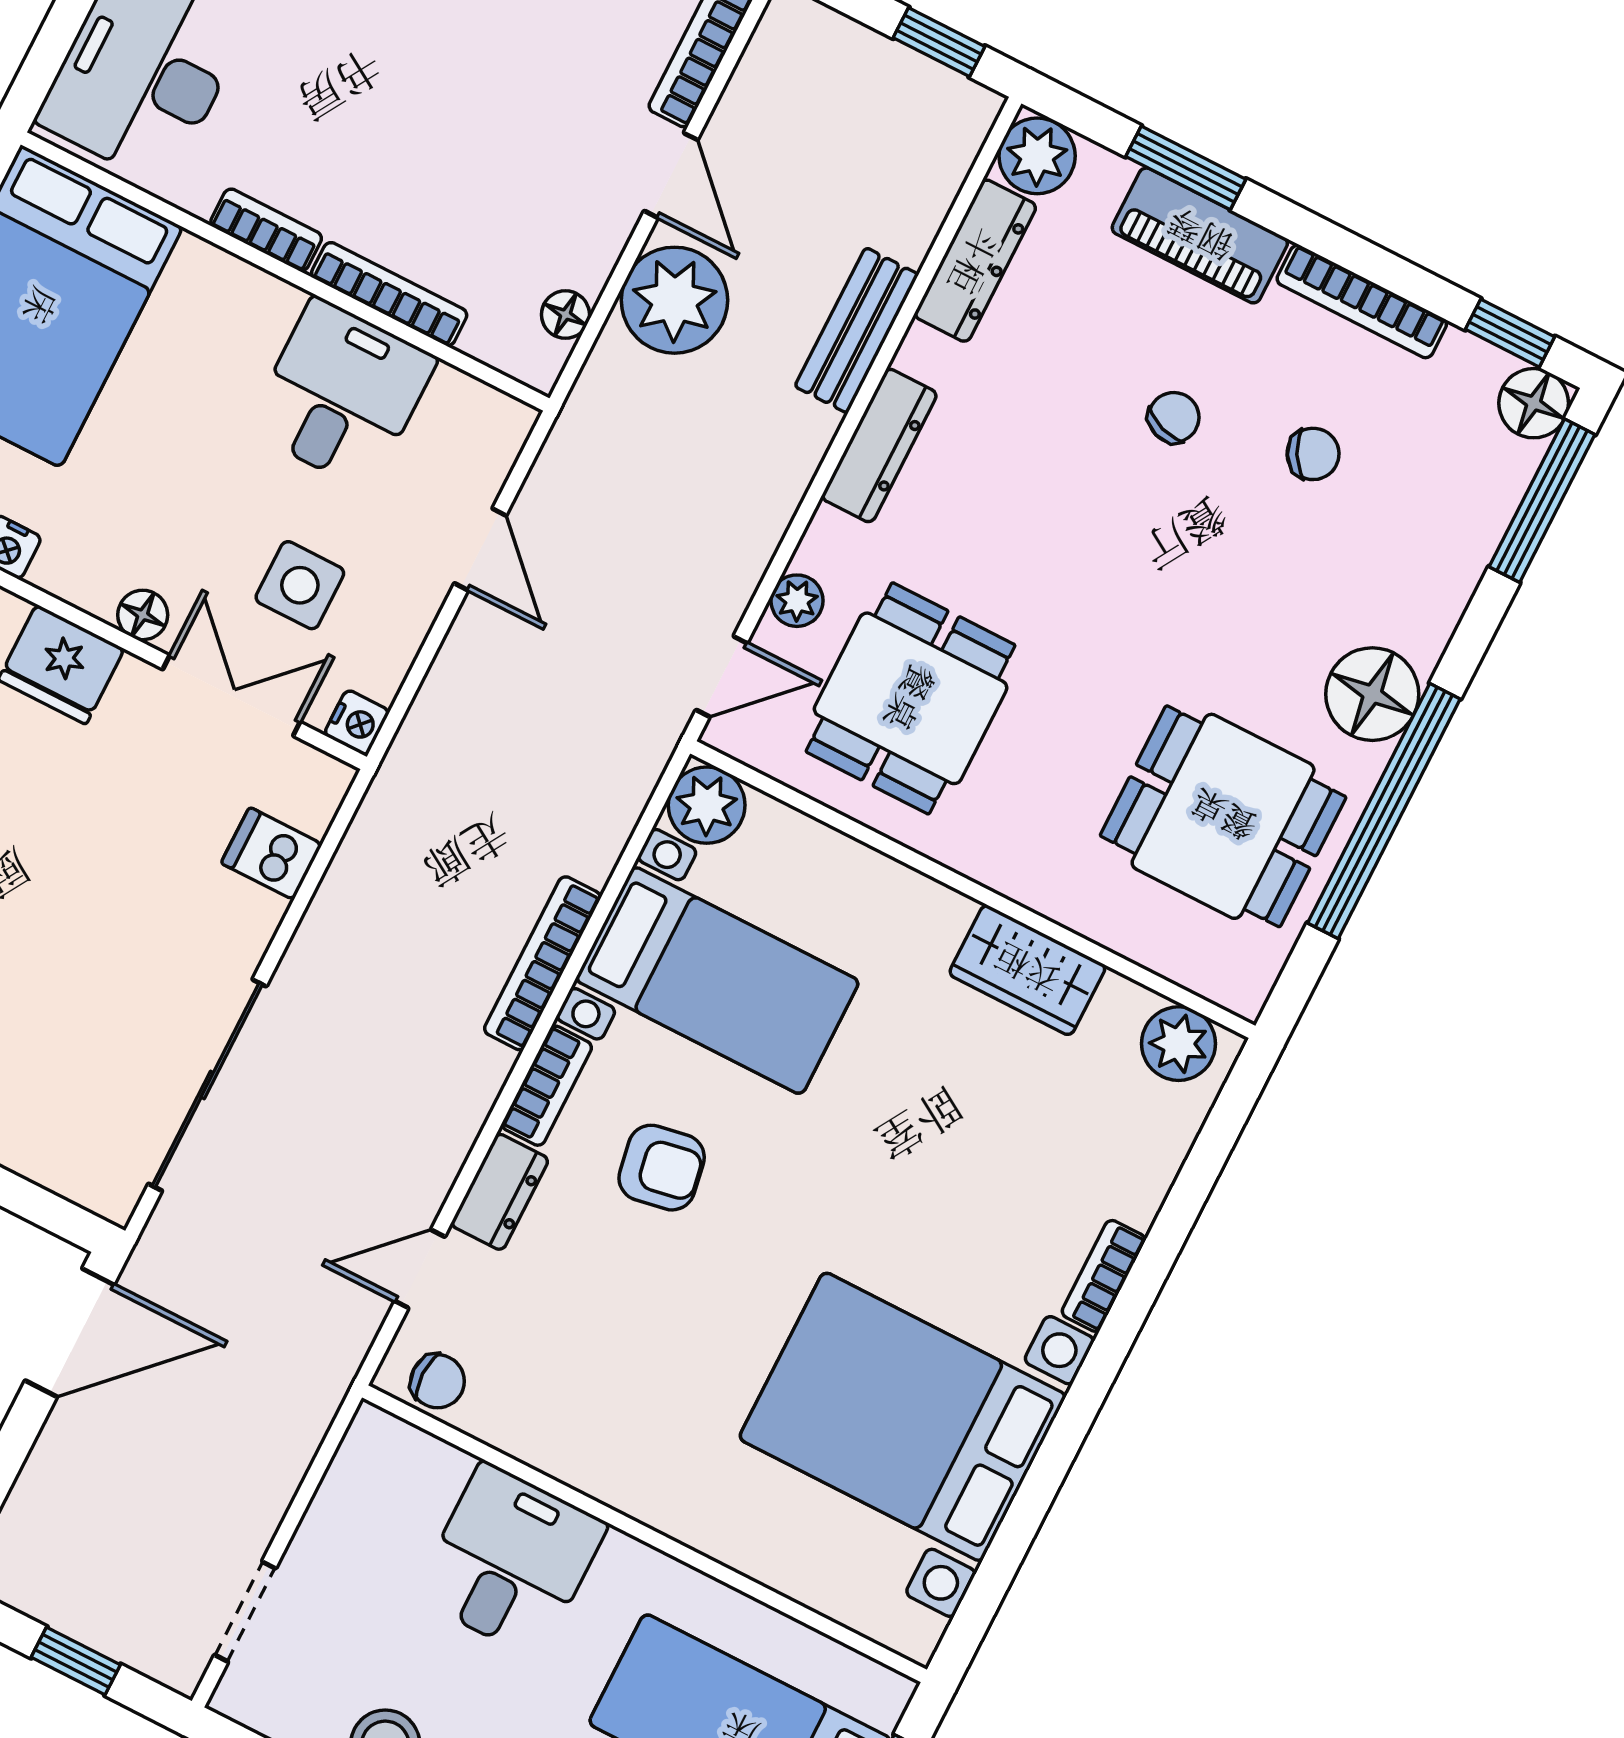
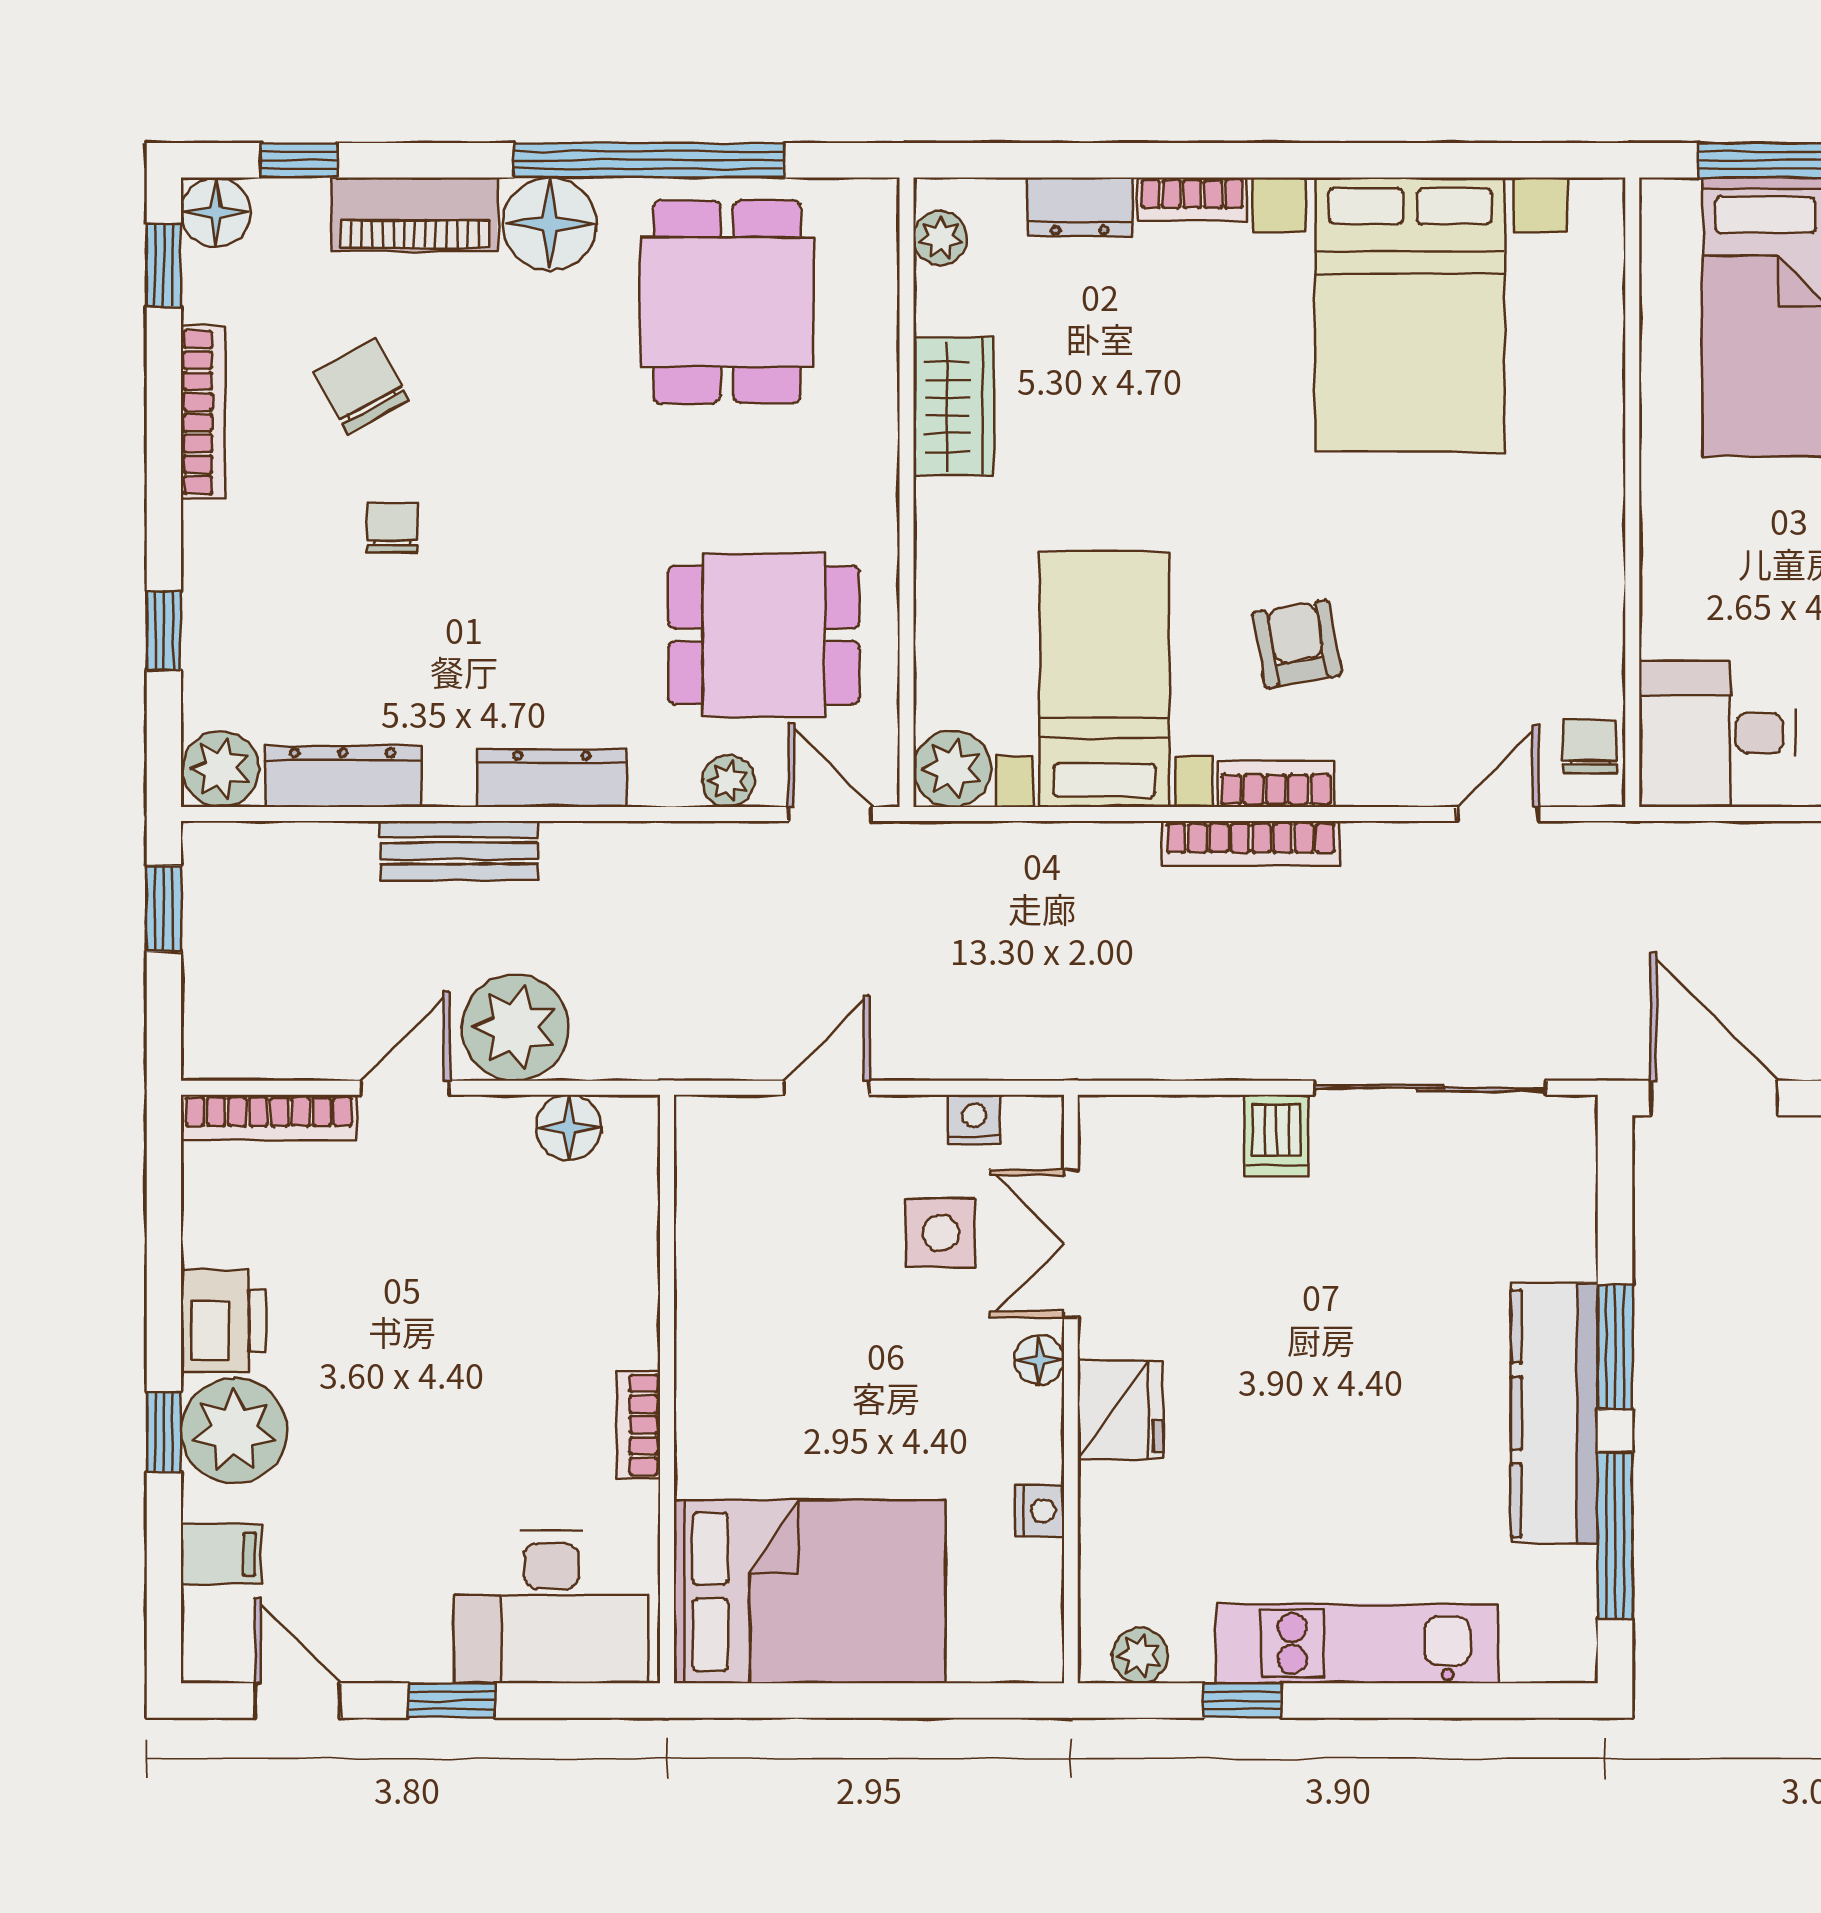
window: (1186, 168) -> (164, 631), width x0.67
piano: (1200, 235) -> (415, 214), moved, turned 90
bookcase: (389, 294) -> (640, 1286), removed
floor lamp: (565, 315) -> (569, 1127), width x1.37, depth x1.37
desk: (342, 394) -> (751, 1283), removed
chair: (1174, 417) -> (393, 528), turned 71
chair: (1313, 454) -> (362, 386), width x1.37, depth x1.37
window: (1542, 501) -> (299, 160), width x0.46
nightstand: (357, 723) -> (974, 1119), moved
dishwasher: (272, 854) -> (1277, 1136), moved
bookcase: (542, 963) -> (1251, 844), moved
plant: (1179, 1044) -> (940, 238), width x0.73, depth x0.73
dresser: (500, 1192) -> (1080, 207), moved, turned 180
door: (420, 1269) -> (1498, 814), swing flipped
desk: (511, 1561) -> (1717, 733), moved

